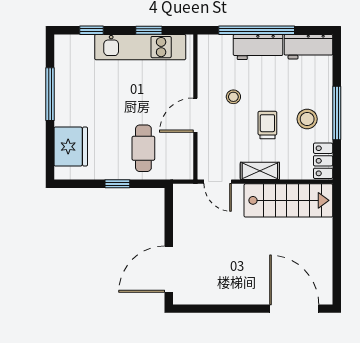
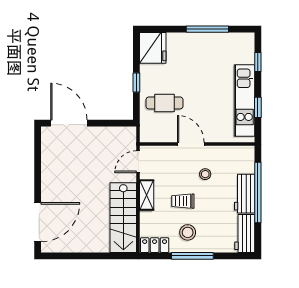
trolley: (267, 125) -> (183, 201), turned 180
fridge: (71, 147) -> (153, 48), moved, turned -90

